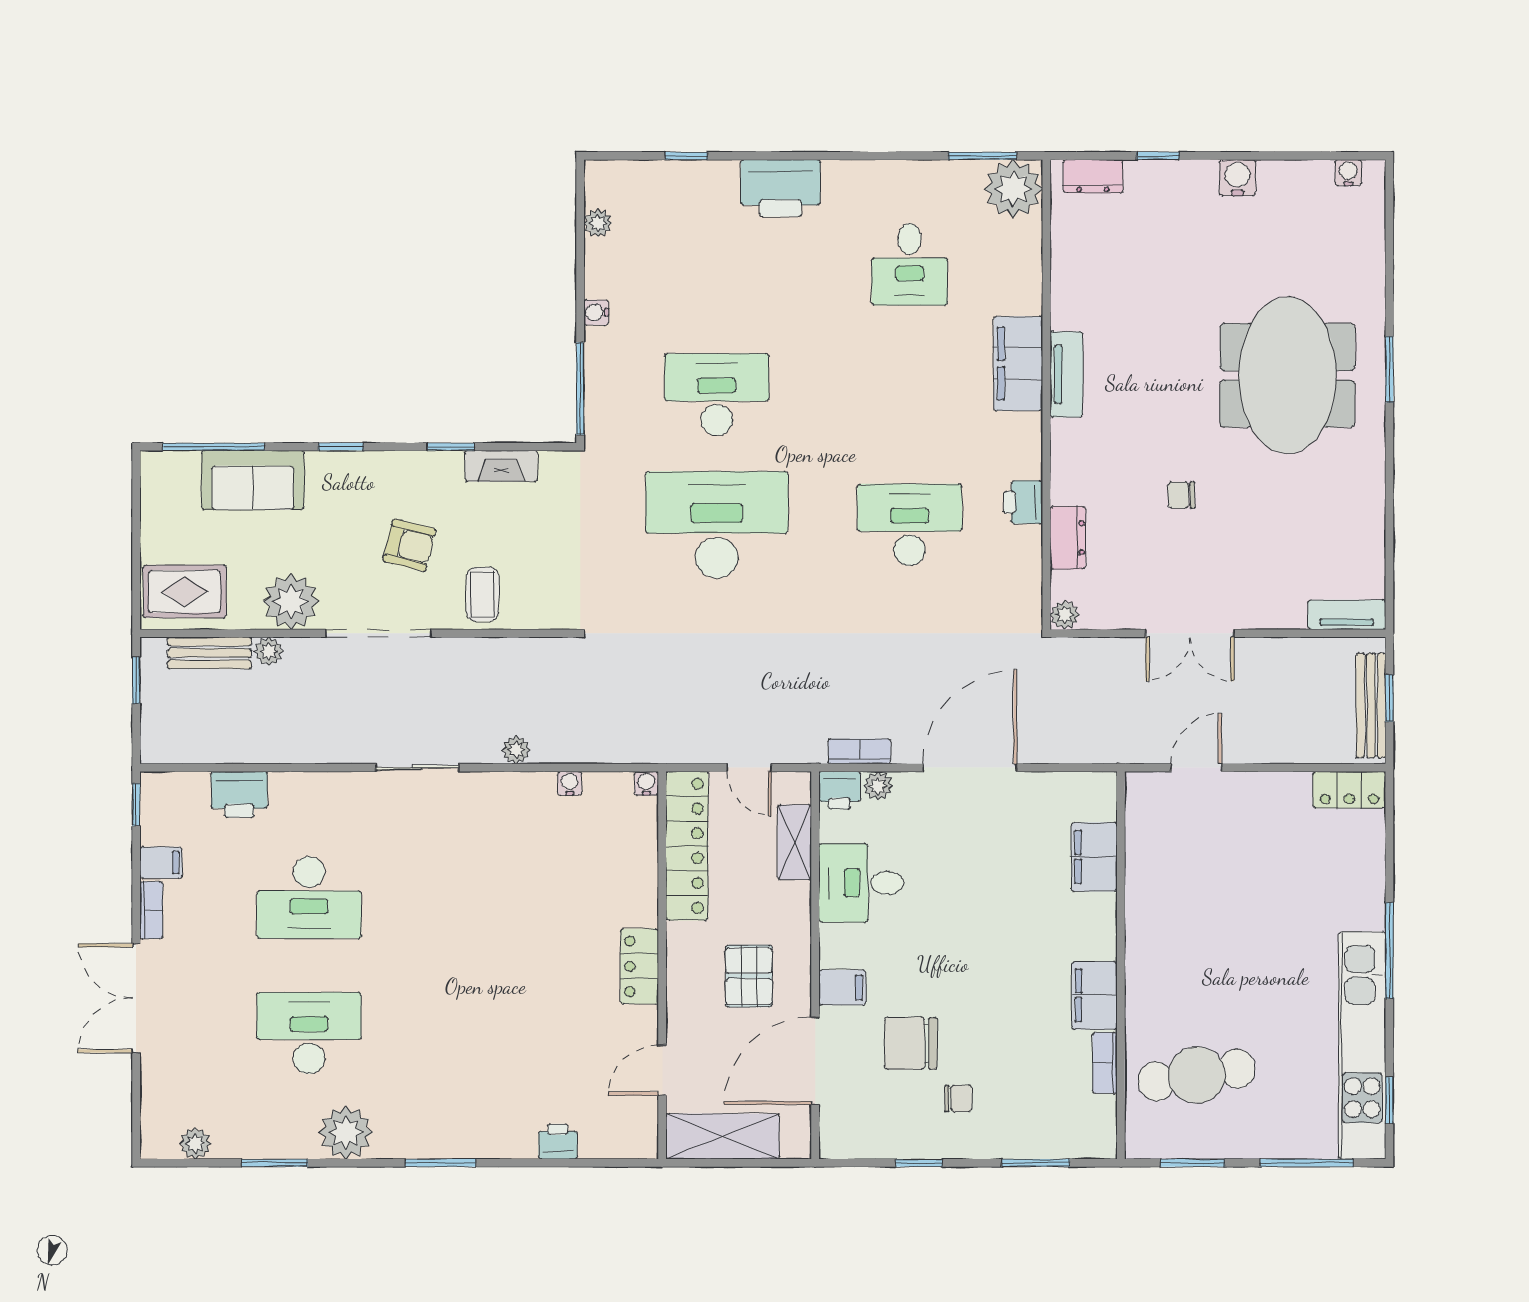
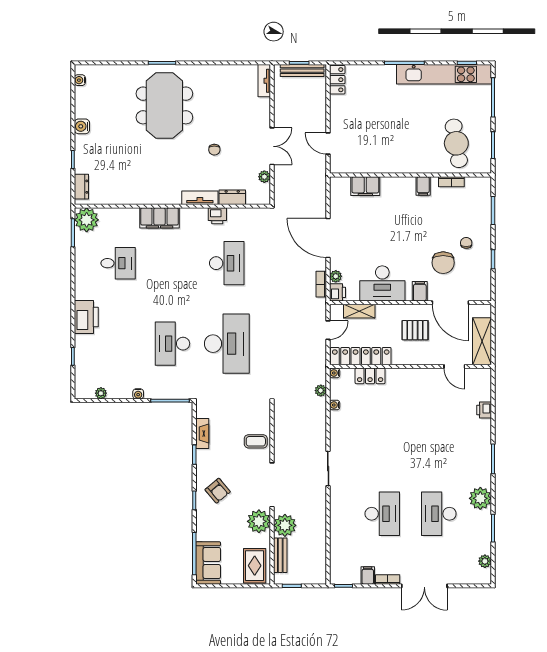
tv unit: (1066, 374) -> (200, 198), moved
meeting table: (1287, 375) -> (164, 105), turned 90
sofa: (253, 480) -> (208, 563), moved
desk: (717, 525) -> (227, 344), turned 180
desk: (910, 525) -> (227, 263), turned 180
armchair: (409, 545) -> (218, 491), moved, turned 126
plant: (1065, 615) -> (264, 177), moved
plant: (269, 651) -> (285, 525), width x1.88, depth x1.88
plant: (516, 750) -> (321, 391), moved
printer: (239, 794) -> (339, 543), removed
desk: (861, 883) -> (382, 283), width x1.37
locker: (639, 966) -> (370, 376), moved
filing cabinet: (1094, 995) -> (423, 186), width x0.50

